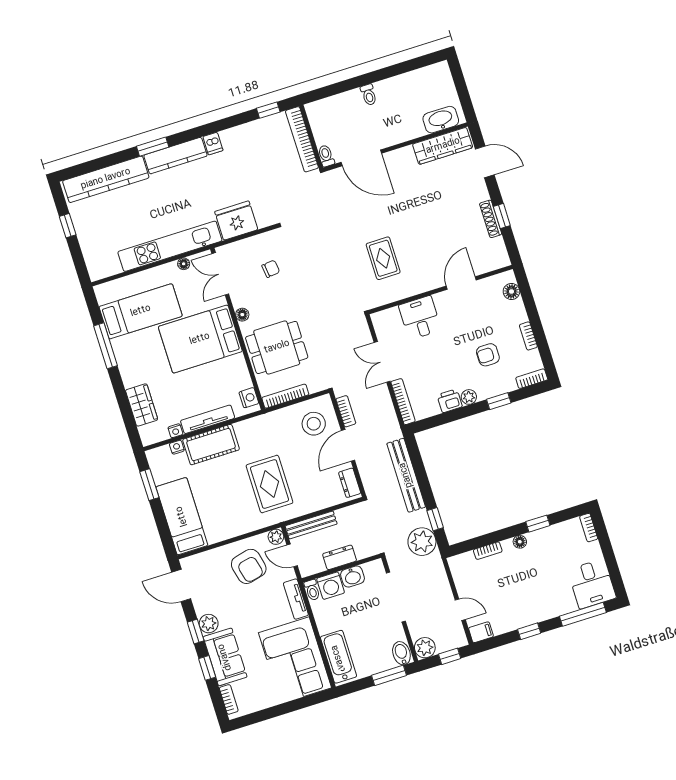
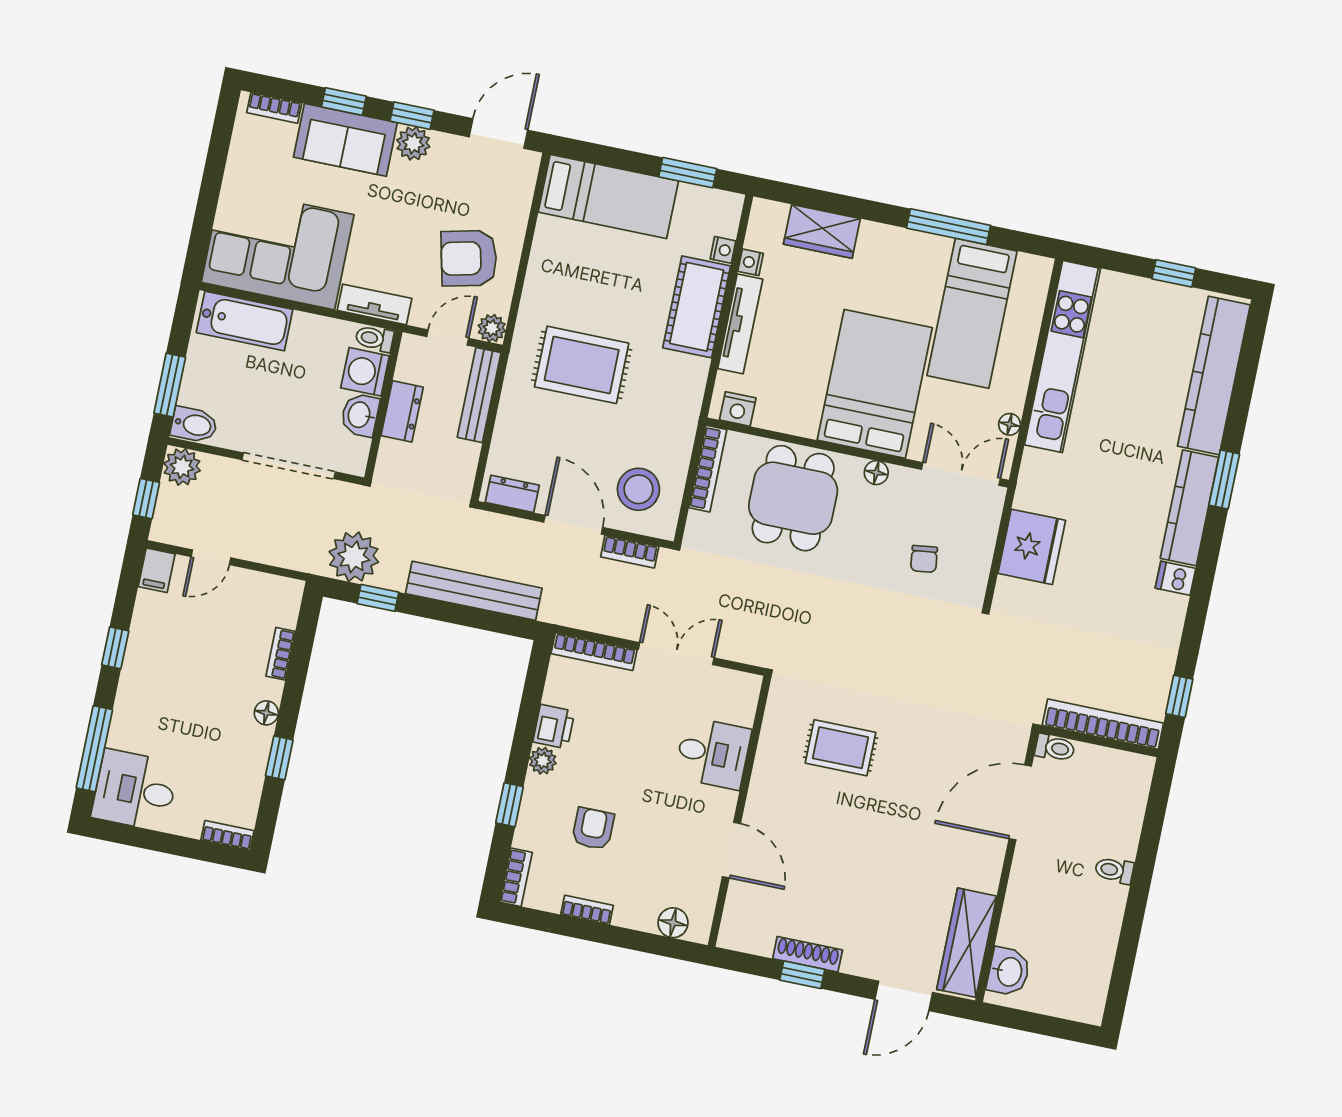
washbasin: (441, 120) -> (1009, 972), width x0.72
kitchen unit: (170, 246) -> (1063, 357), moved

